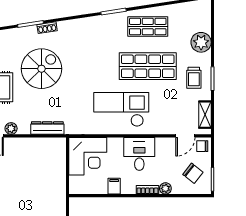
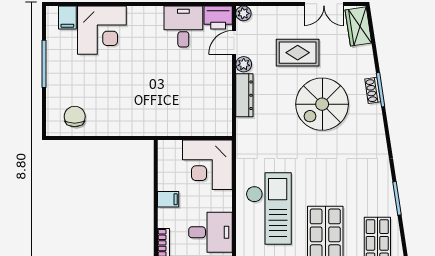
shoe rack: (47, 28) -> (373, 90), moved
spiral stairs: (42, 69) -> (322, 104), turned 90
dresser: (47, 128) -> (244, 95), moved

